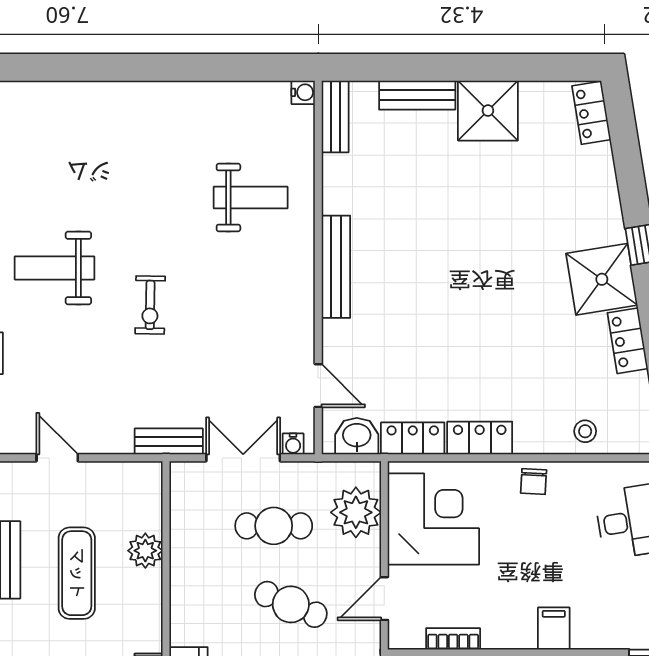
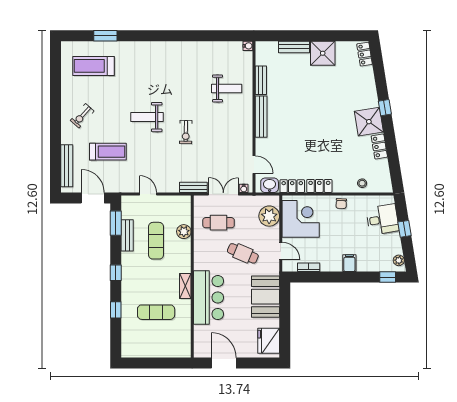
bench: (335, 117) -> (261, 80), moved
cafe table: (274, 526) -> (219, 223), moved
door: (384, 599) -> (281, 251), swing flipped

